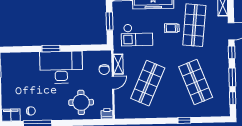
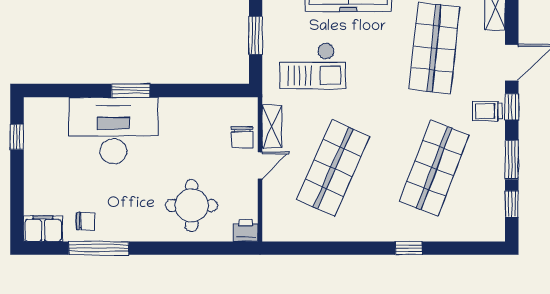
trolley: (172, 28) -> (487, 111), moved
desk: (61, 67) -> (113, 131), moved
shop shelf: (196, 82) -> (434, 168), turned 42

